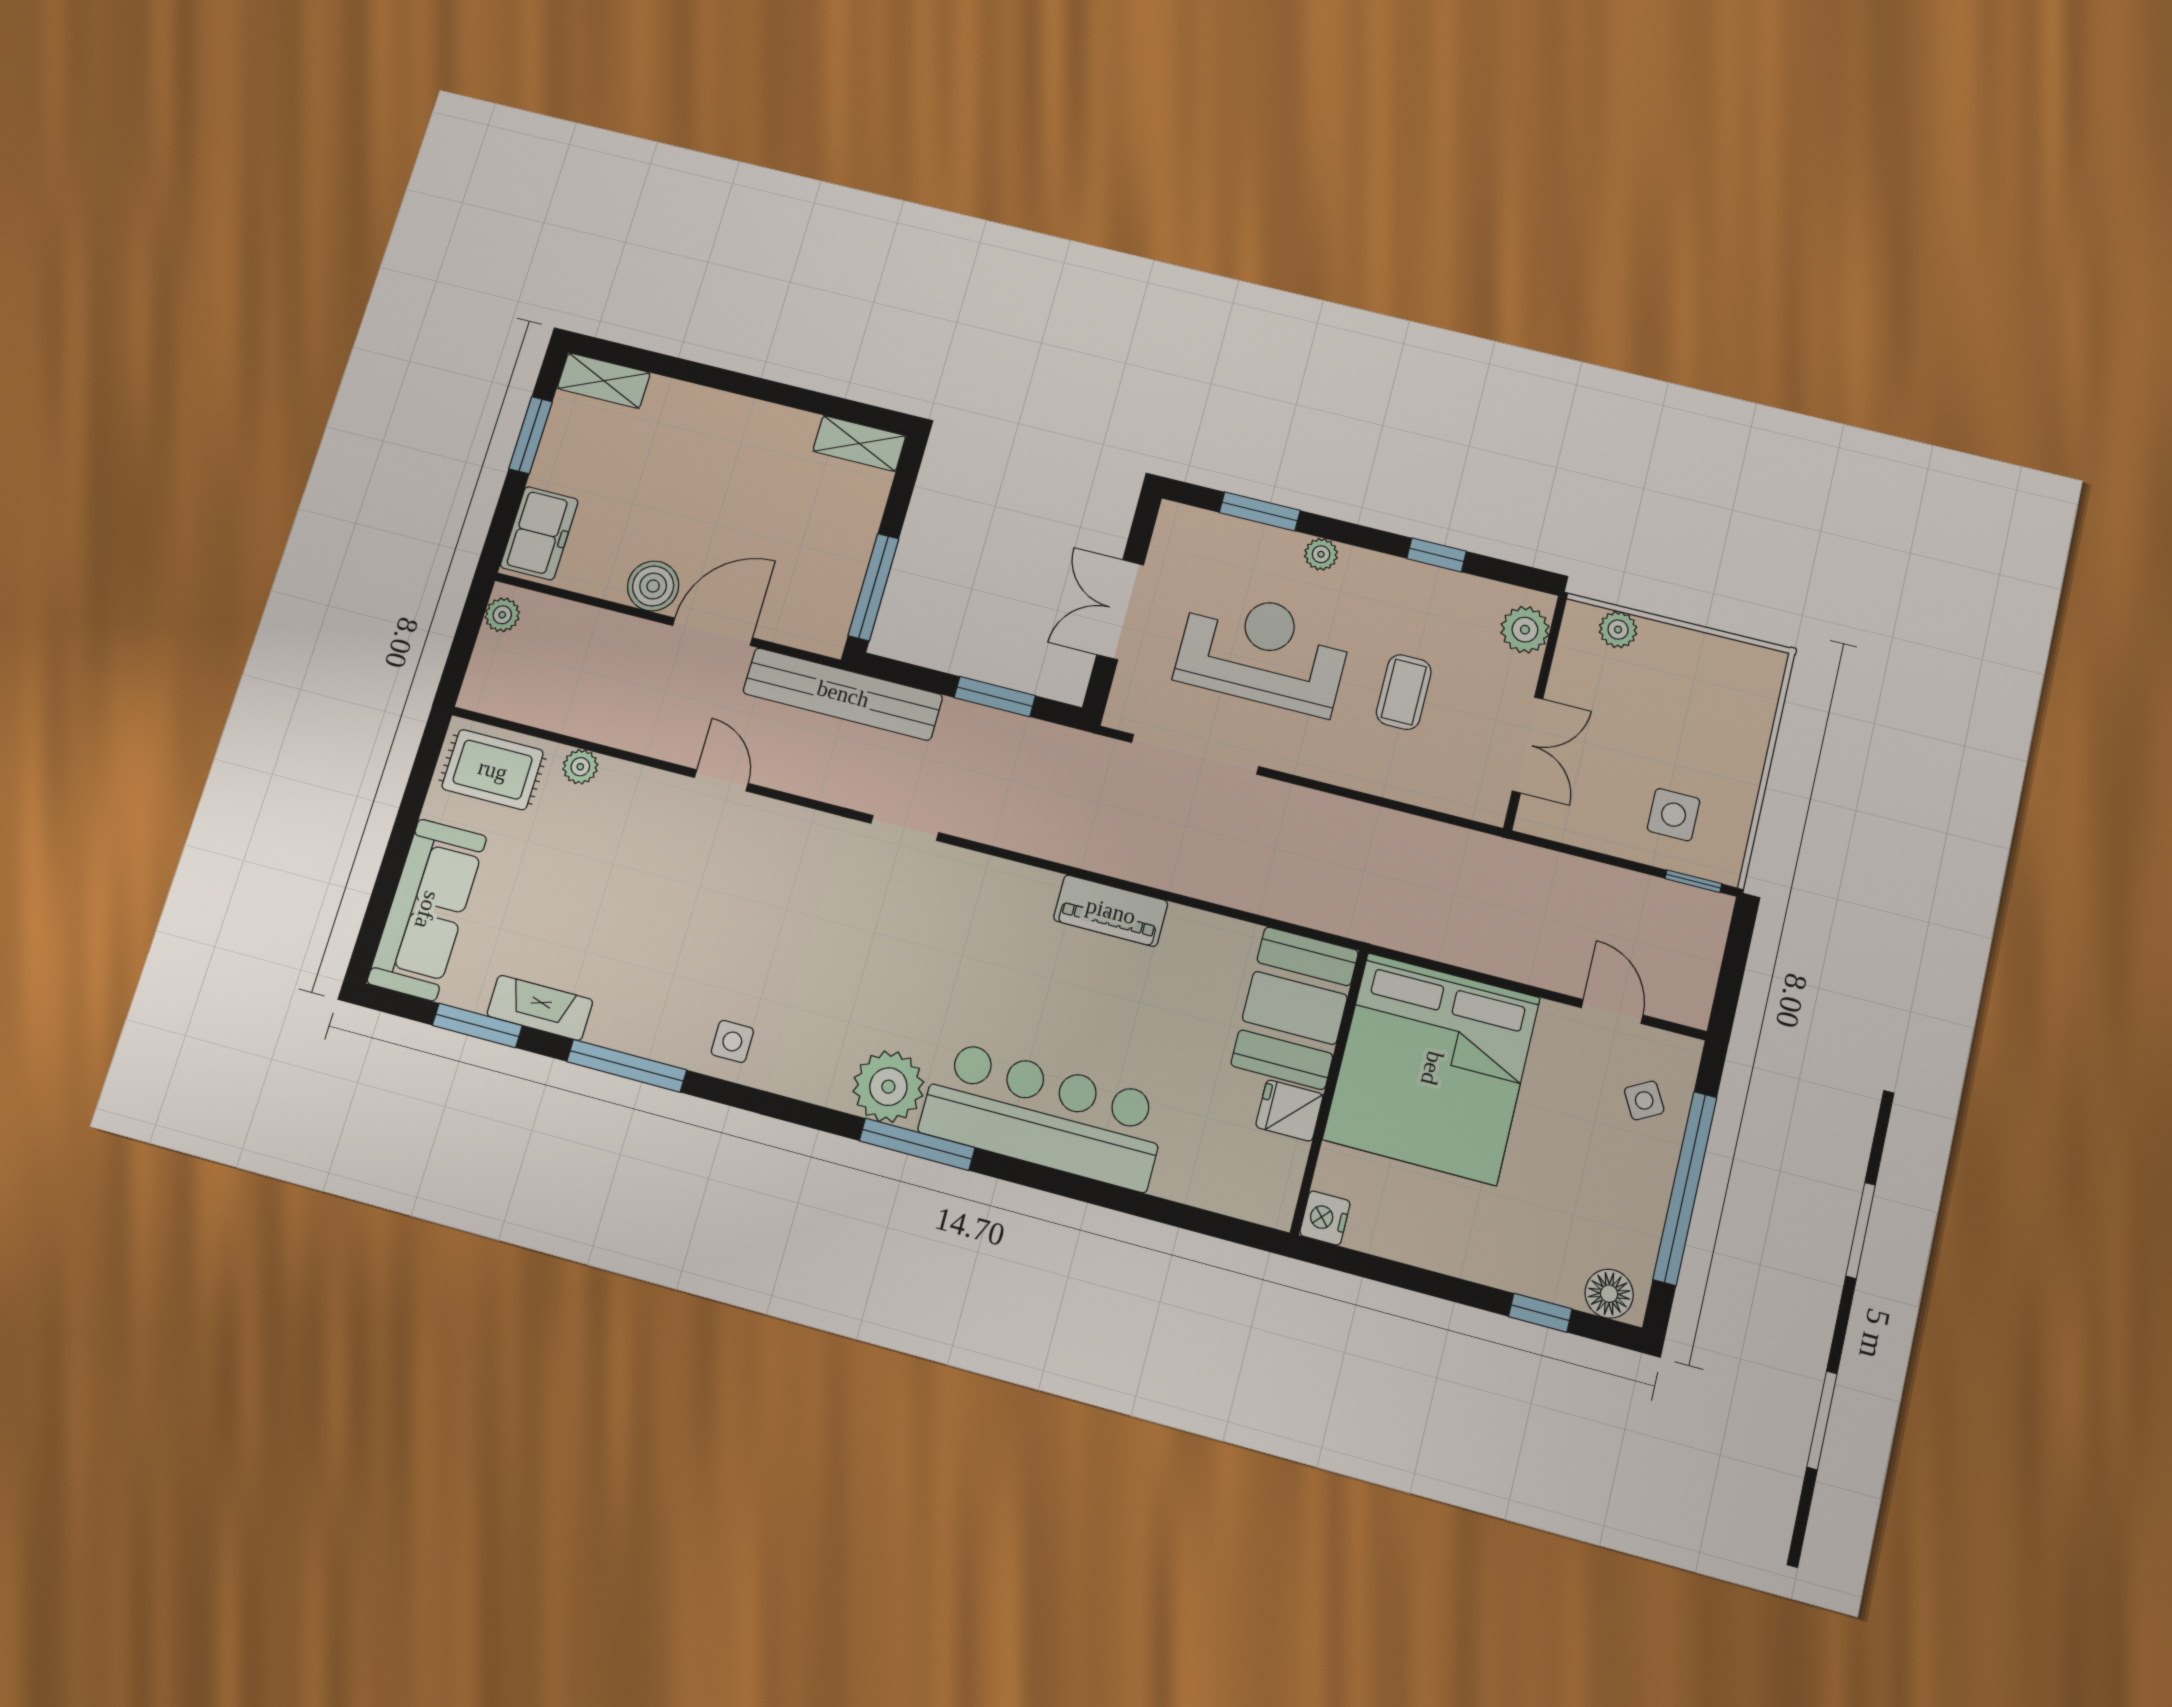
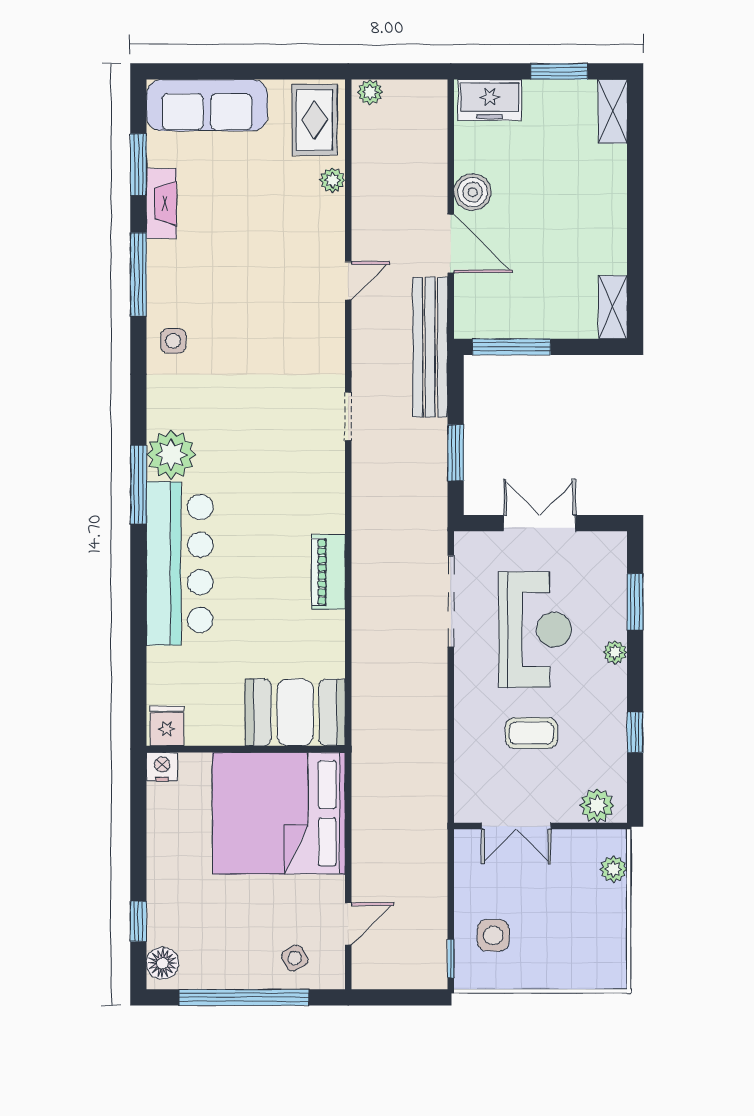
plant: (502, 615) -> (370, 92), moved
fridge: (1289, 1111) -> (167, 726), moved

